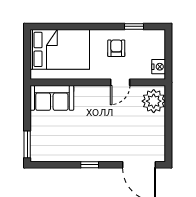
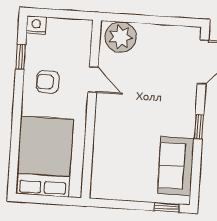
nightstand: (159, 67) -> (36, 25), moved
sofa: (52, 98) -> (176, 166), moved, turned 180
window: (27, 144) -> (167, 207), width x0.67

